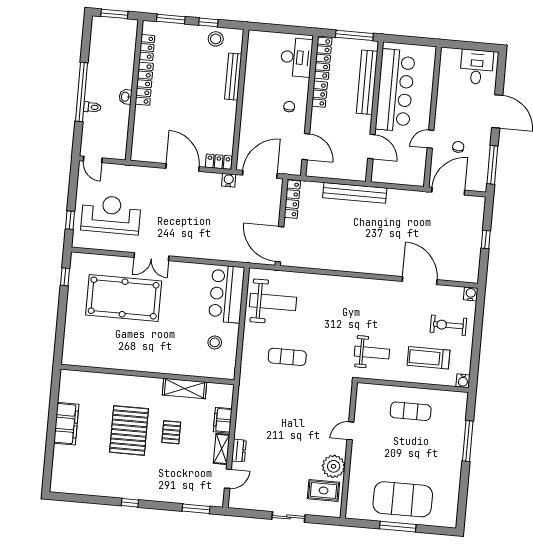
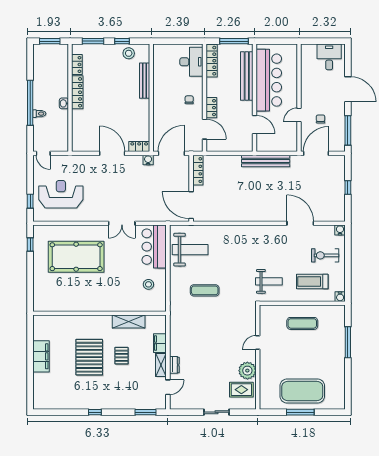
locker: (319, 94) -> (211, 108), moved
bench: (355, 193) -> (266, 161), moved
double door: (151, 257) -> (122, 223), moved

